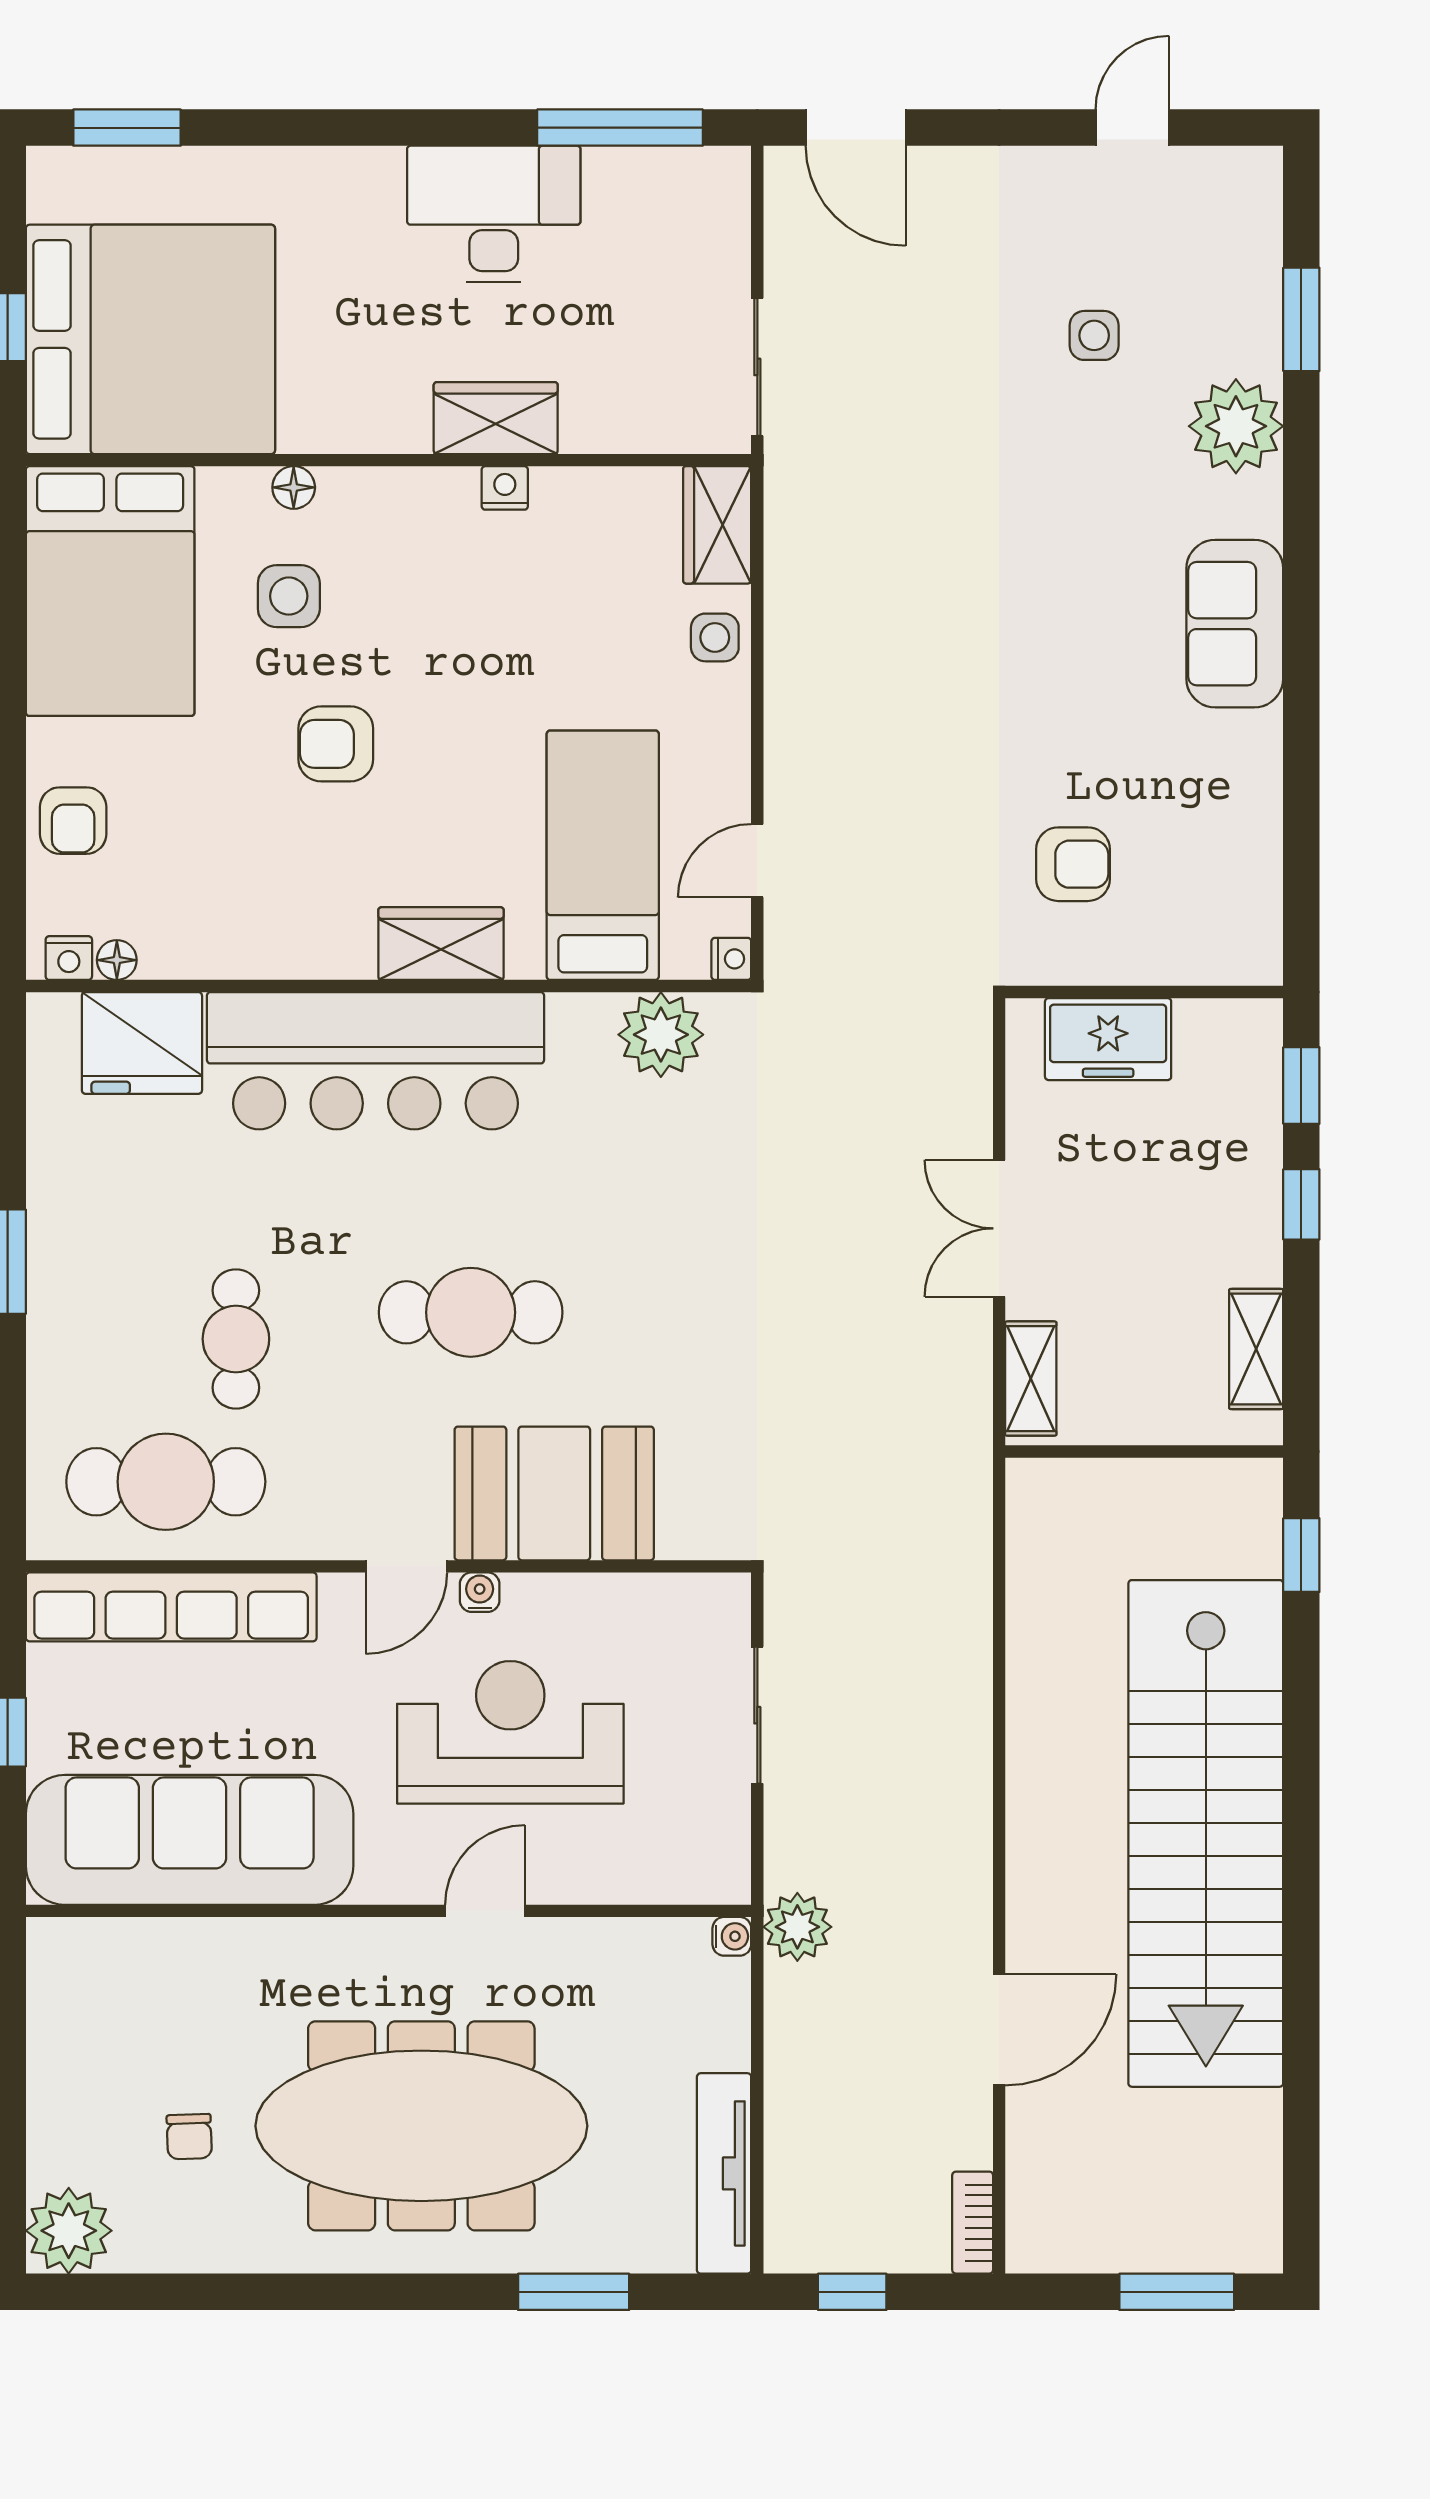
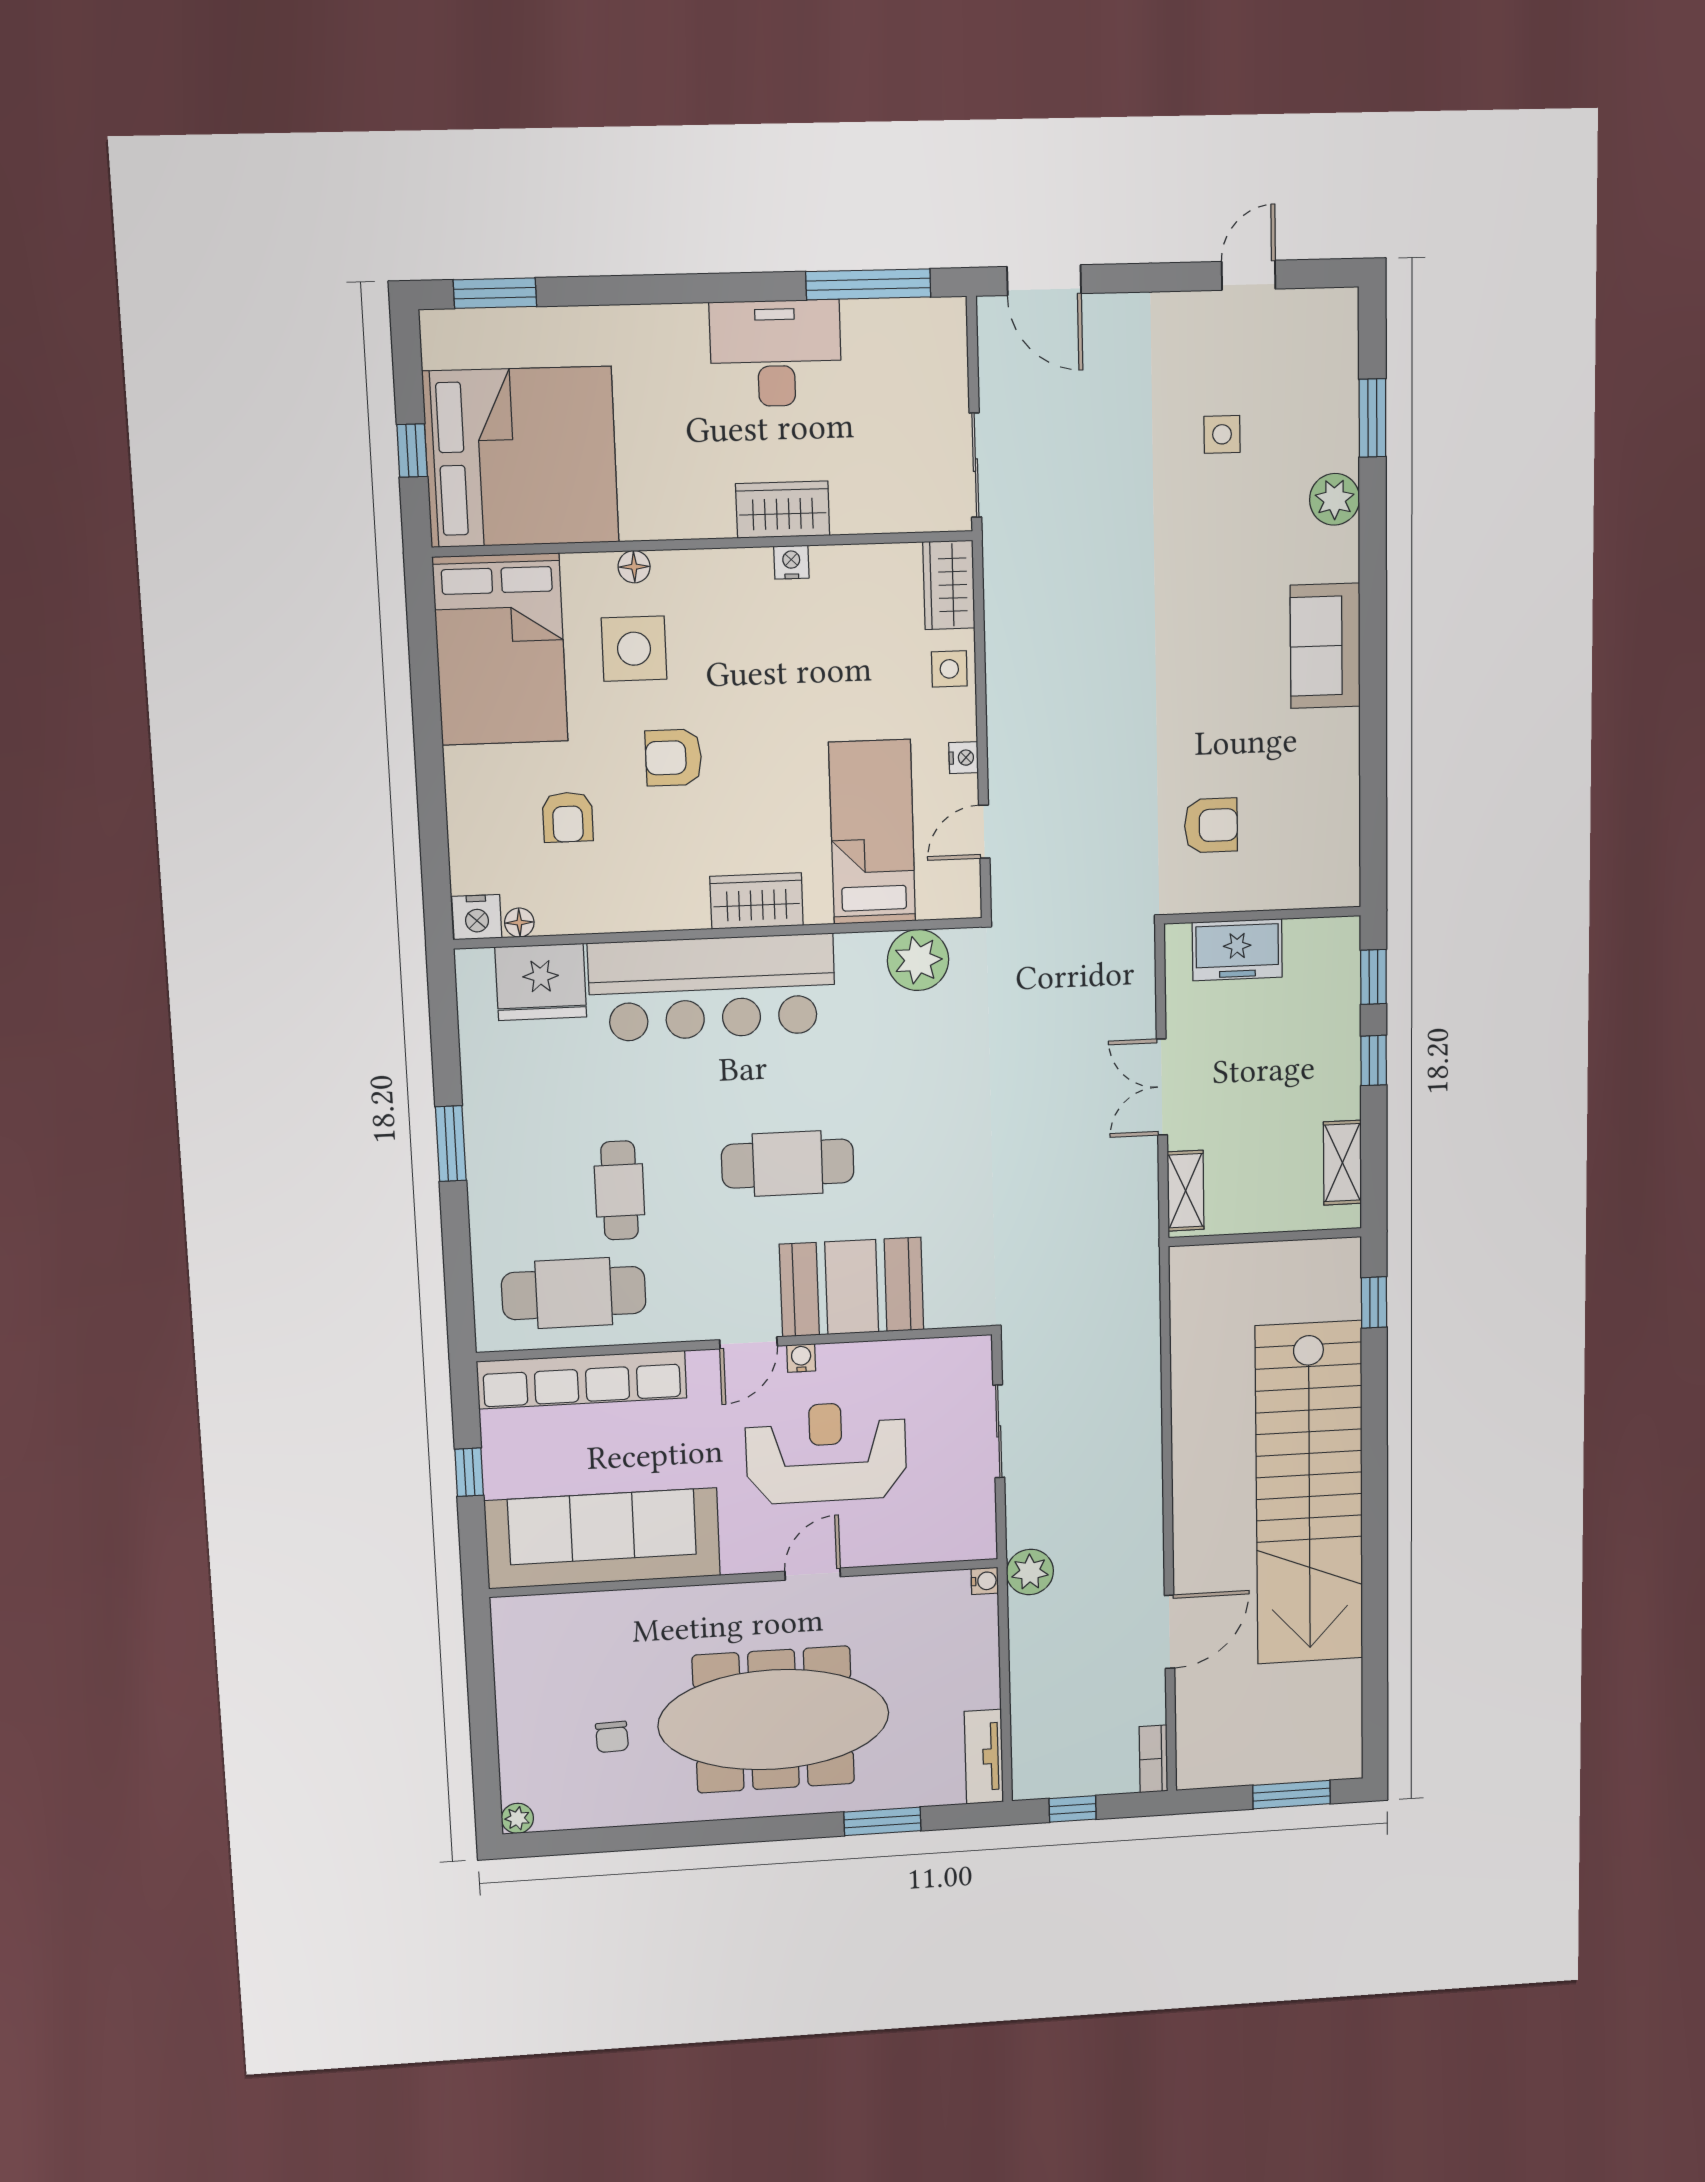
plant: (1236, 426) -> (1335, 499), width x0.73, depth x0.73
side table: (289, 596) -> (634, 649), width x1.37, depth x1.37
armchair: (73, 821) -> (568, 817), moved
nightstand: (69, 958) -> (477, 917), width x1.39, depth x1.35
nightstand: (731, 959) -> (964, 758), moved
tv unit: (724, 2173) -> (984, 1757), width x0.71
plant: (69, 2231) -> (517, 1818), width x0.53, depth x0.53

